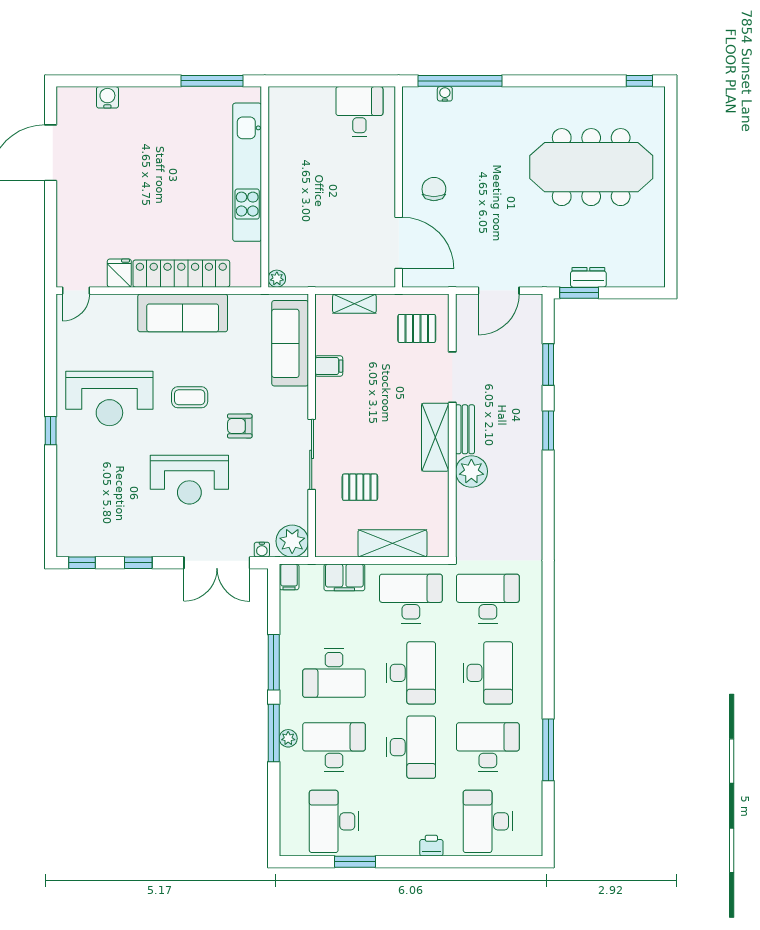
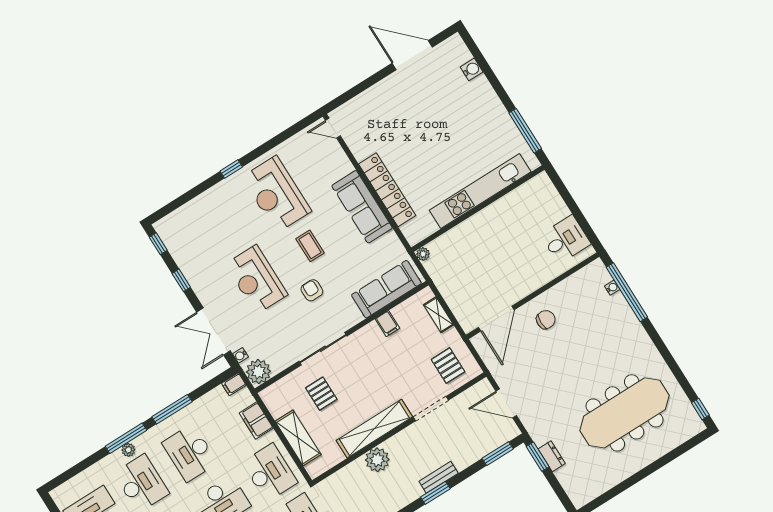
meeting table: (591, 167) -> (625, 413), turned 90
fridge: (119, 273) -> (362, 149), removed
window: (548, 365) -> (498, 454), moved
bench: (465, 429) -> (439, 477), moved
shelving: (435, 437) -> (374, 429), width x1.47

